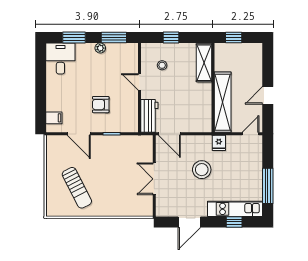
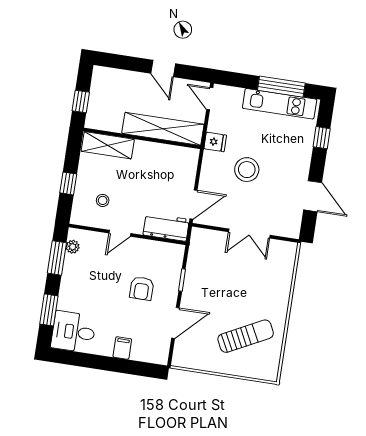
plant: (100, 48) -> (73, 247), moved
filing cabinet: (54, 118) -> (122, 348), moved
kitchen unit: (235, 209) -> (280, 104), moved, turned -90

